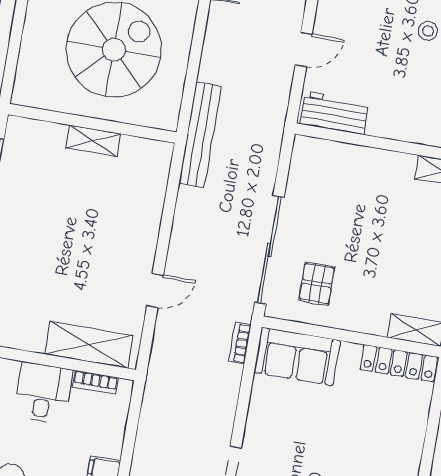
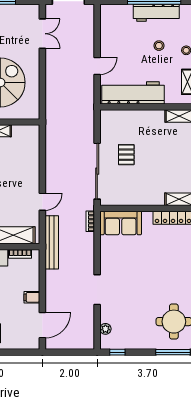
workbench: (334, 113) -> (133, 93), width x1.88, depth x1.32
bench: (200, 135) -> (52, 242), moved
pallet: (317, 284) -> (126, 155), moved

